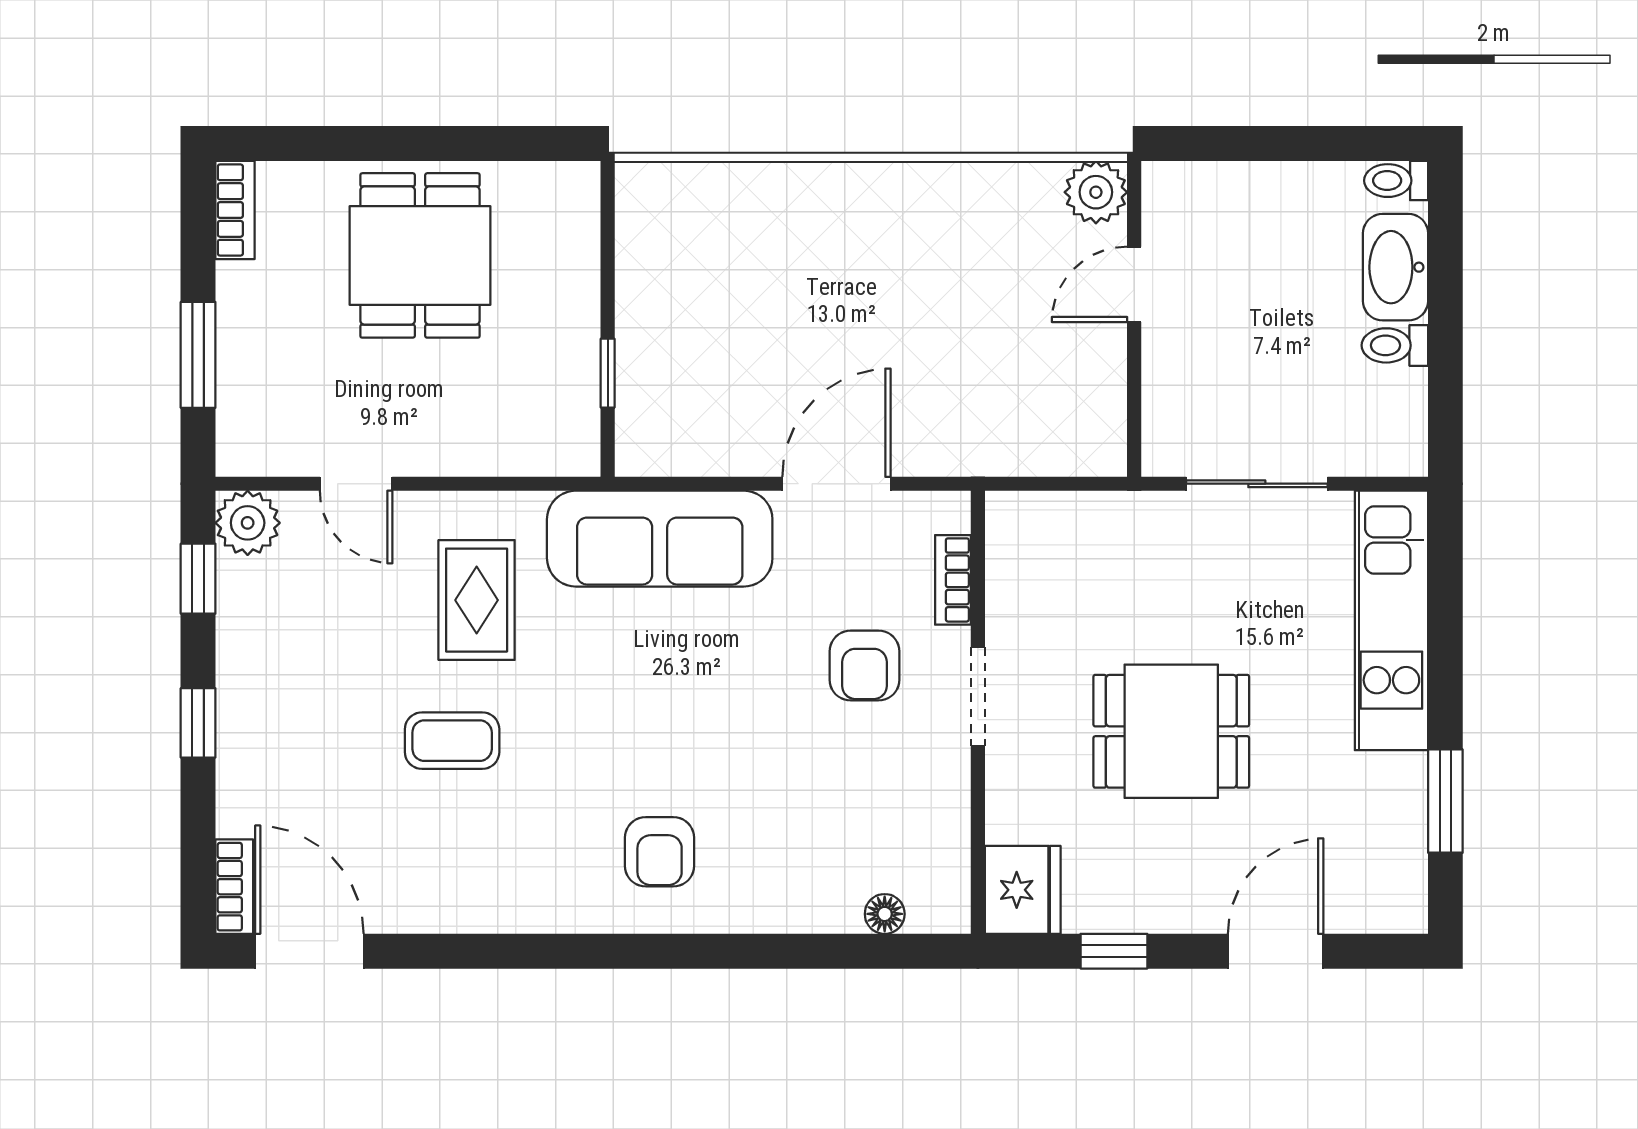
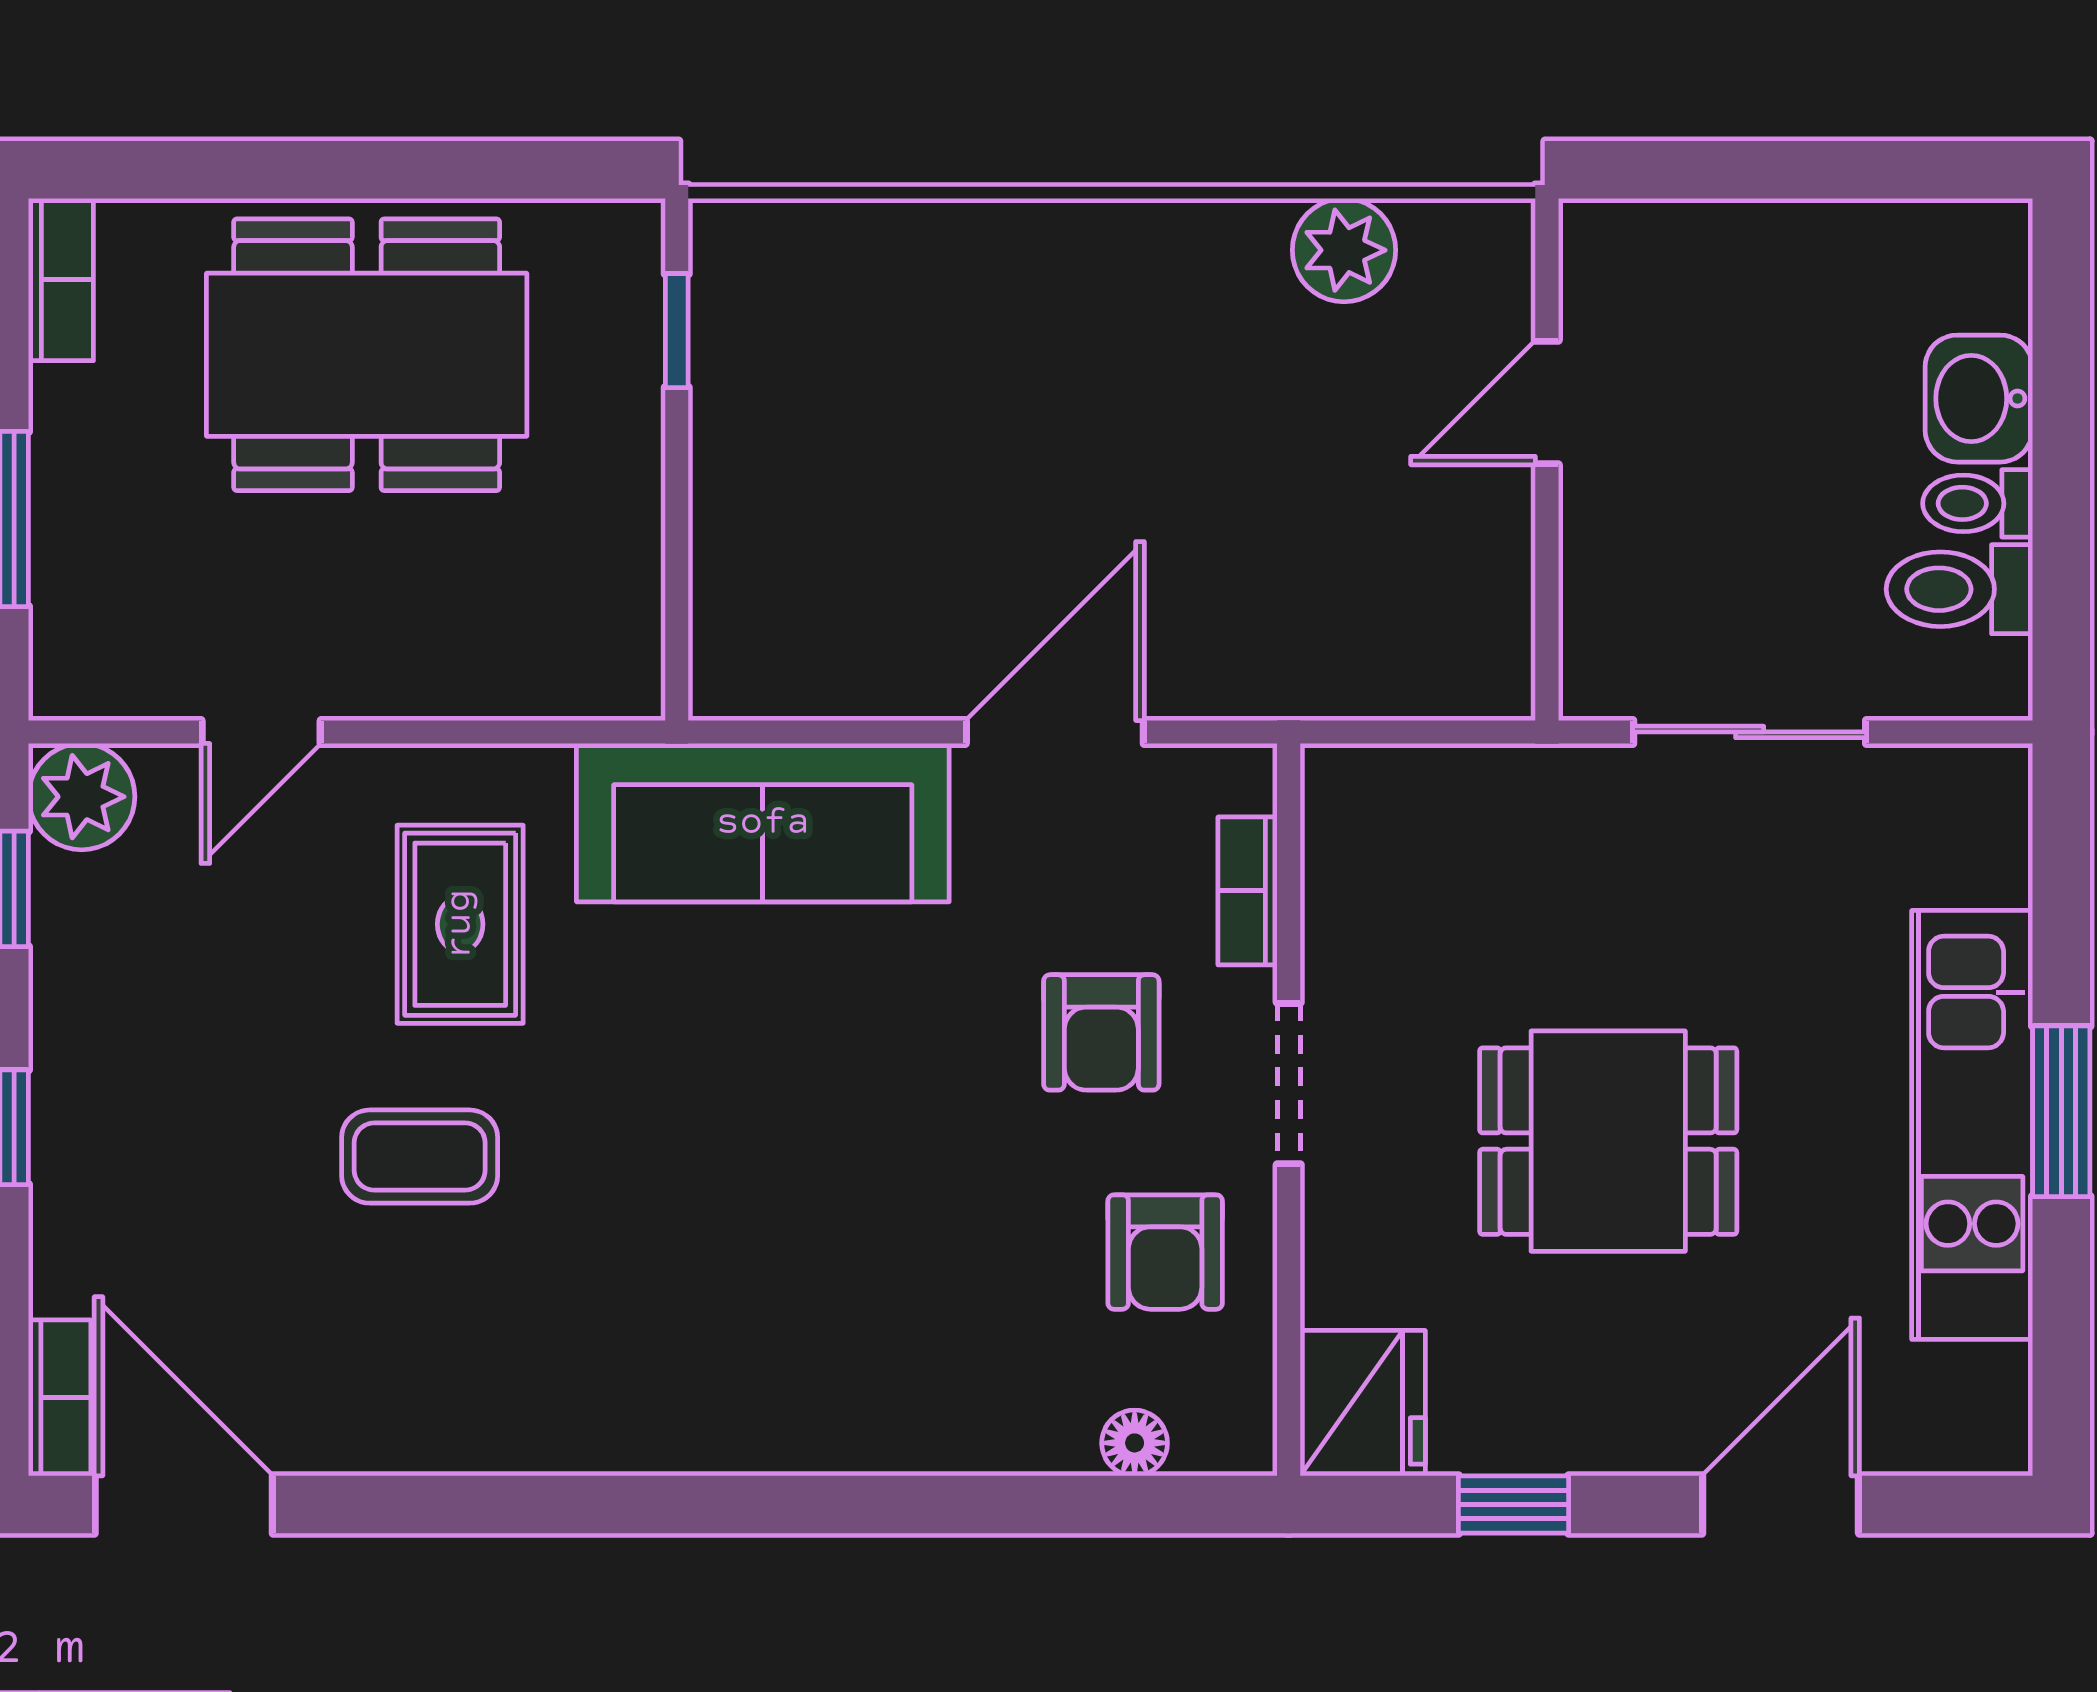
toilet: (1396, 181) -> (1959, 589), moved, width x1.37, depth x1.39
plant: (1096, 192) -> (1344, 250), moved
dining table: (420, 255) -> (367, 355), width x1.37
washbasin: (1395, 267) -> (1979, 399), width x0.72
window: (608, 373) -> (677, 331), moved
door: (356, 484) -> (261, 732), hinge flipped
kitchen unit: (1391, 620) -> (1972, 1125), moved
window: (1445, 801) -> (2061, 1111), moved
armchair: (660, 852) -> (1165, 1252), moved

